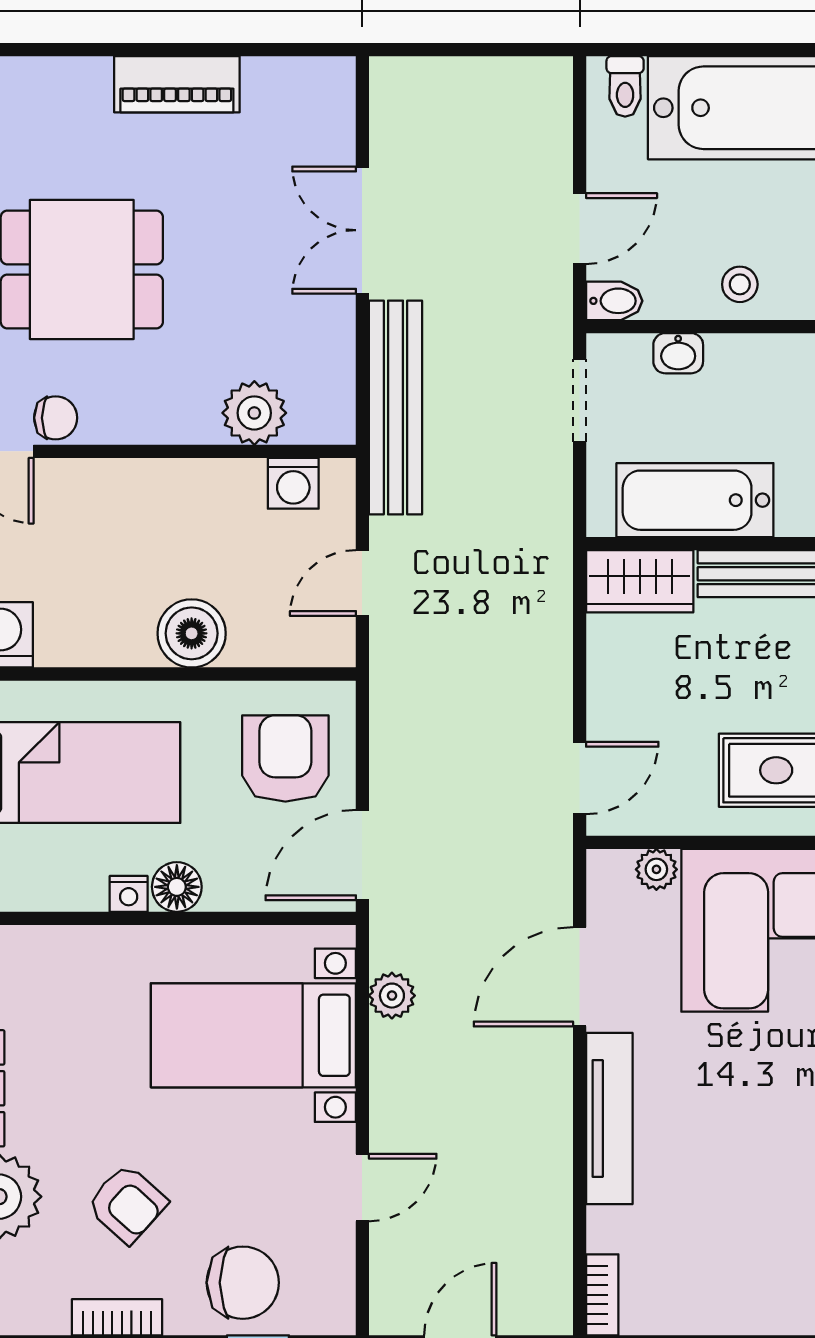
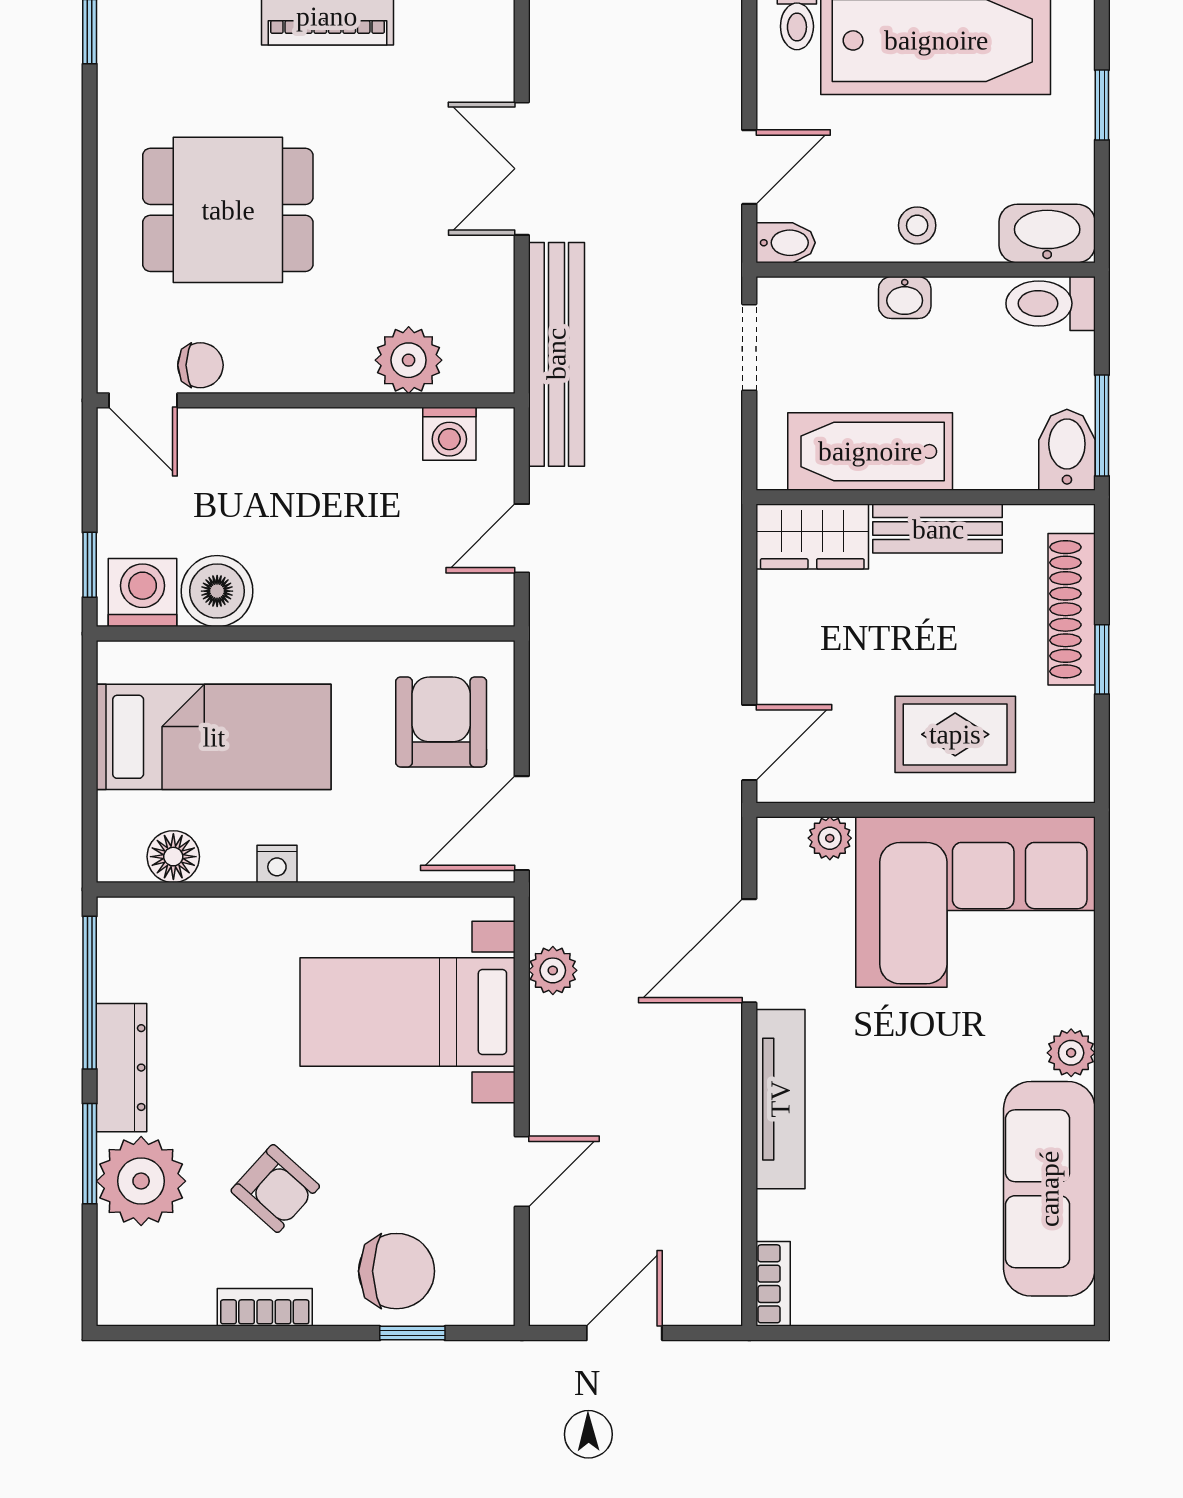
washbasin: (678, 353) -> (905, 298), moved
boiler: (192, 633) -> (217, 591), moved
floor lamp: (177, 887) -> (173, 857), moved

